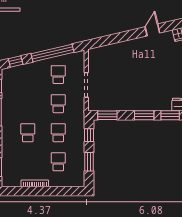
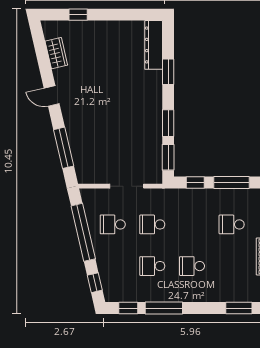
window: (114, 39) -> (64, 148), added
window: (144, 115) -> (168, 123), moved
school desk: (58, 133) -> (152, 266), moved
window: (89, 162) -> (232, 182), width x1.44

